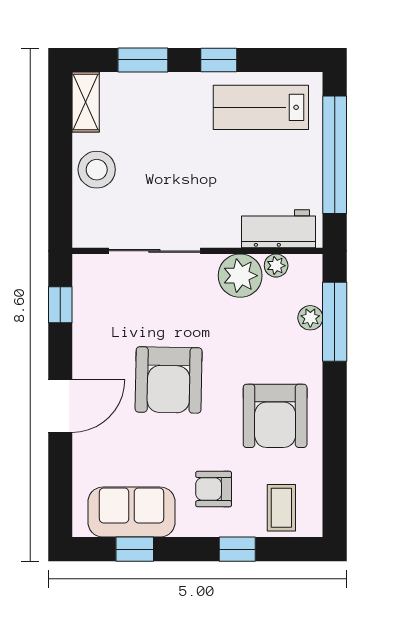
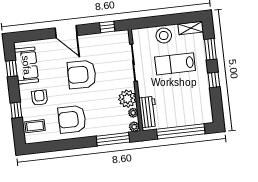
lab bench: (261, 107) -> (175, 64), moved, turned -90
plant: (310, 318) -> (134, 127), moved

